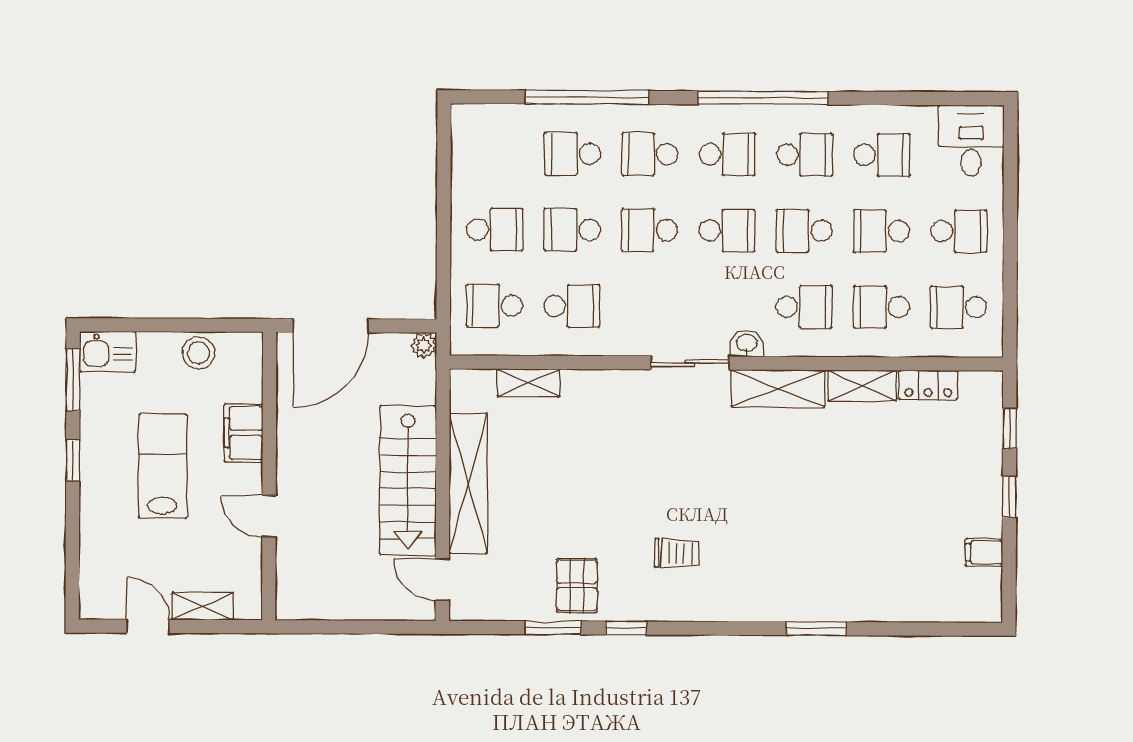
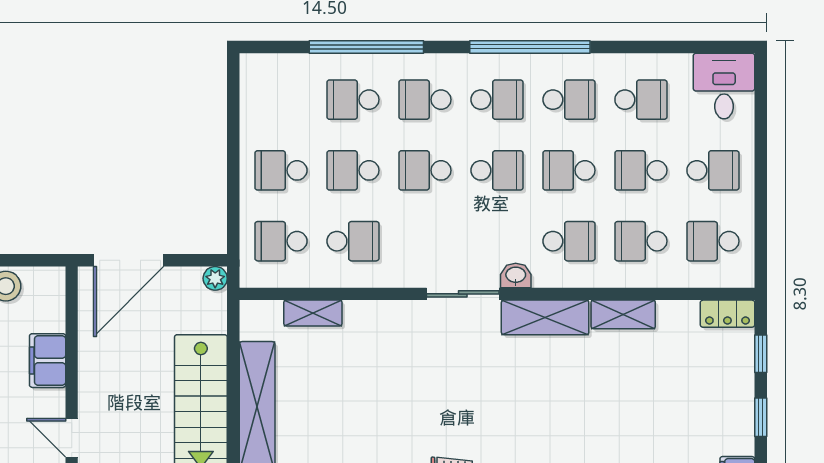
school desk: (495, 230) -> (281, 170), turned 180
locker: (928, 385) -> (727, 314), moved

